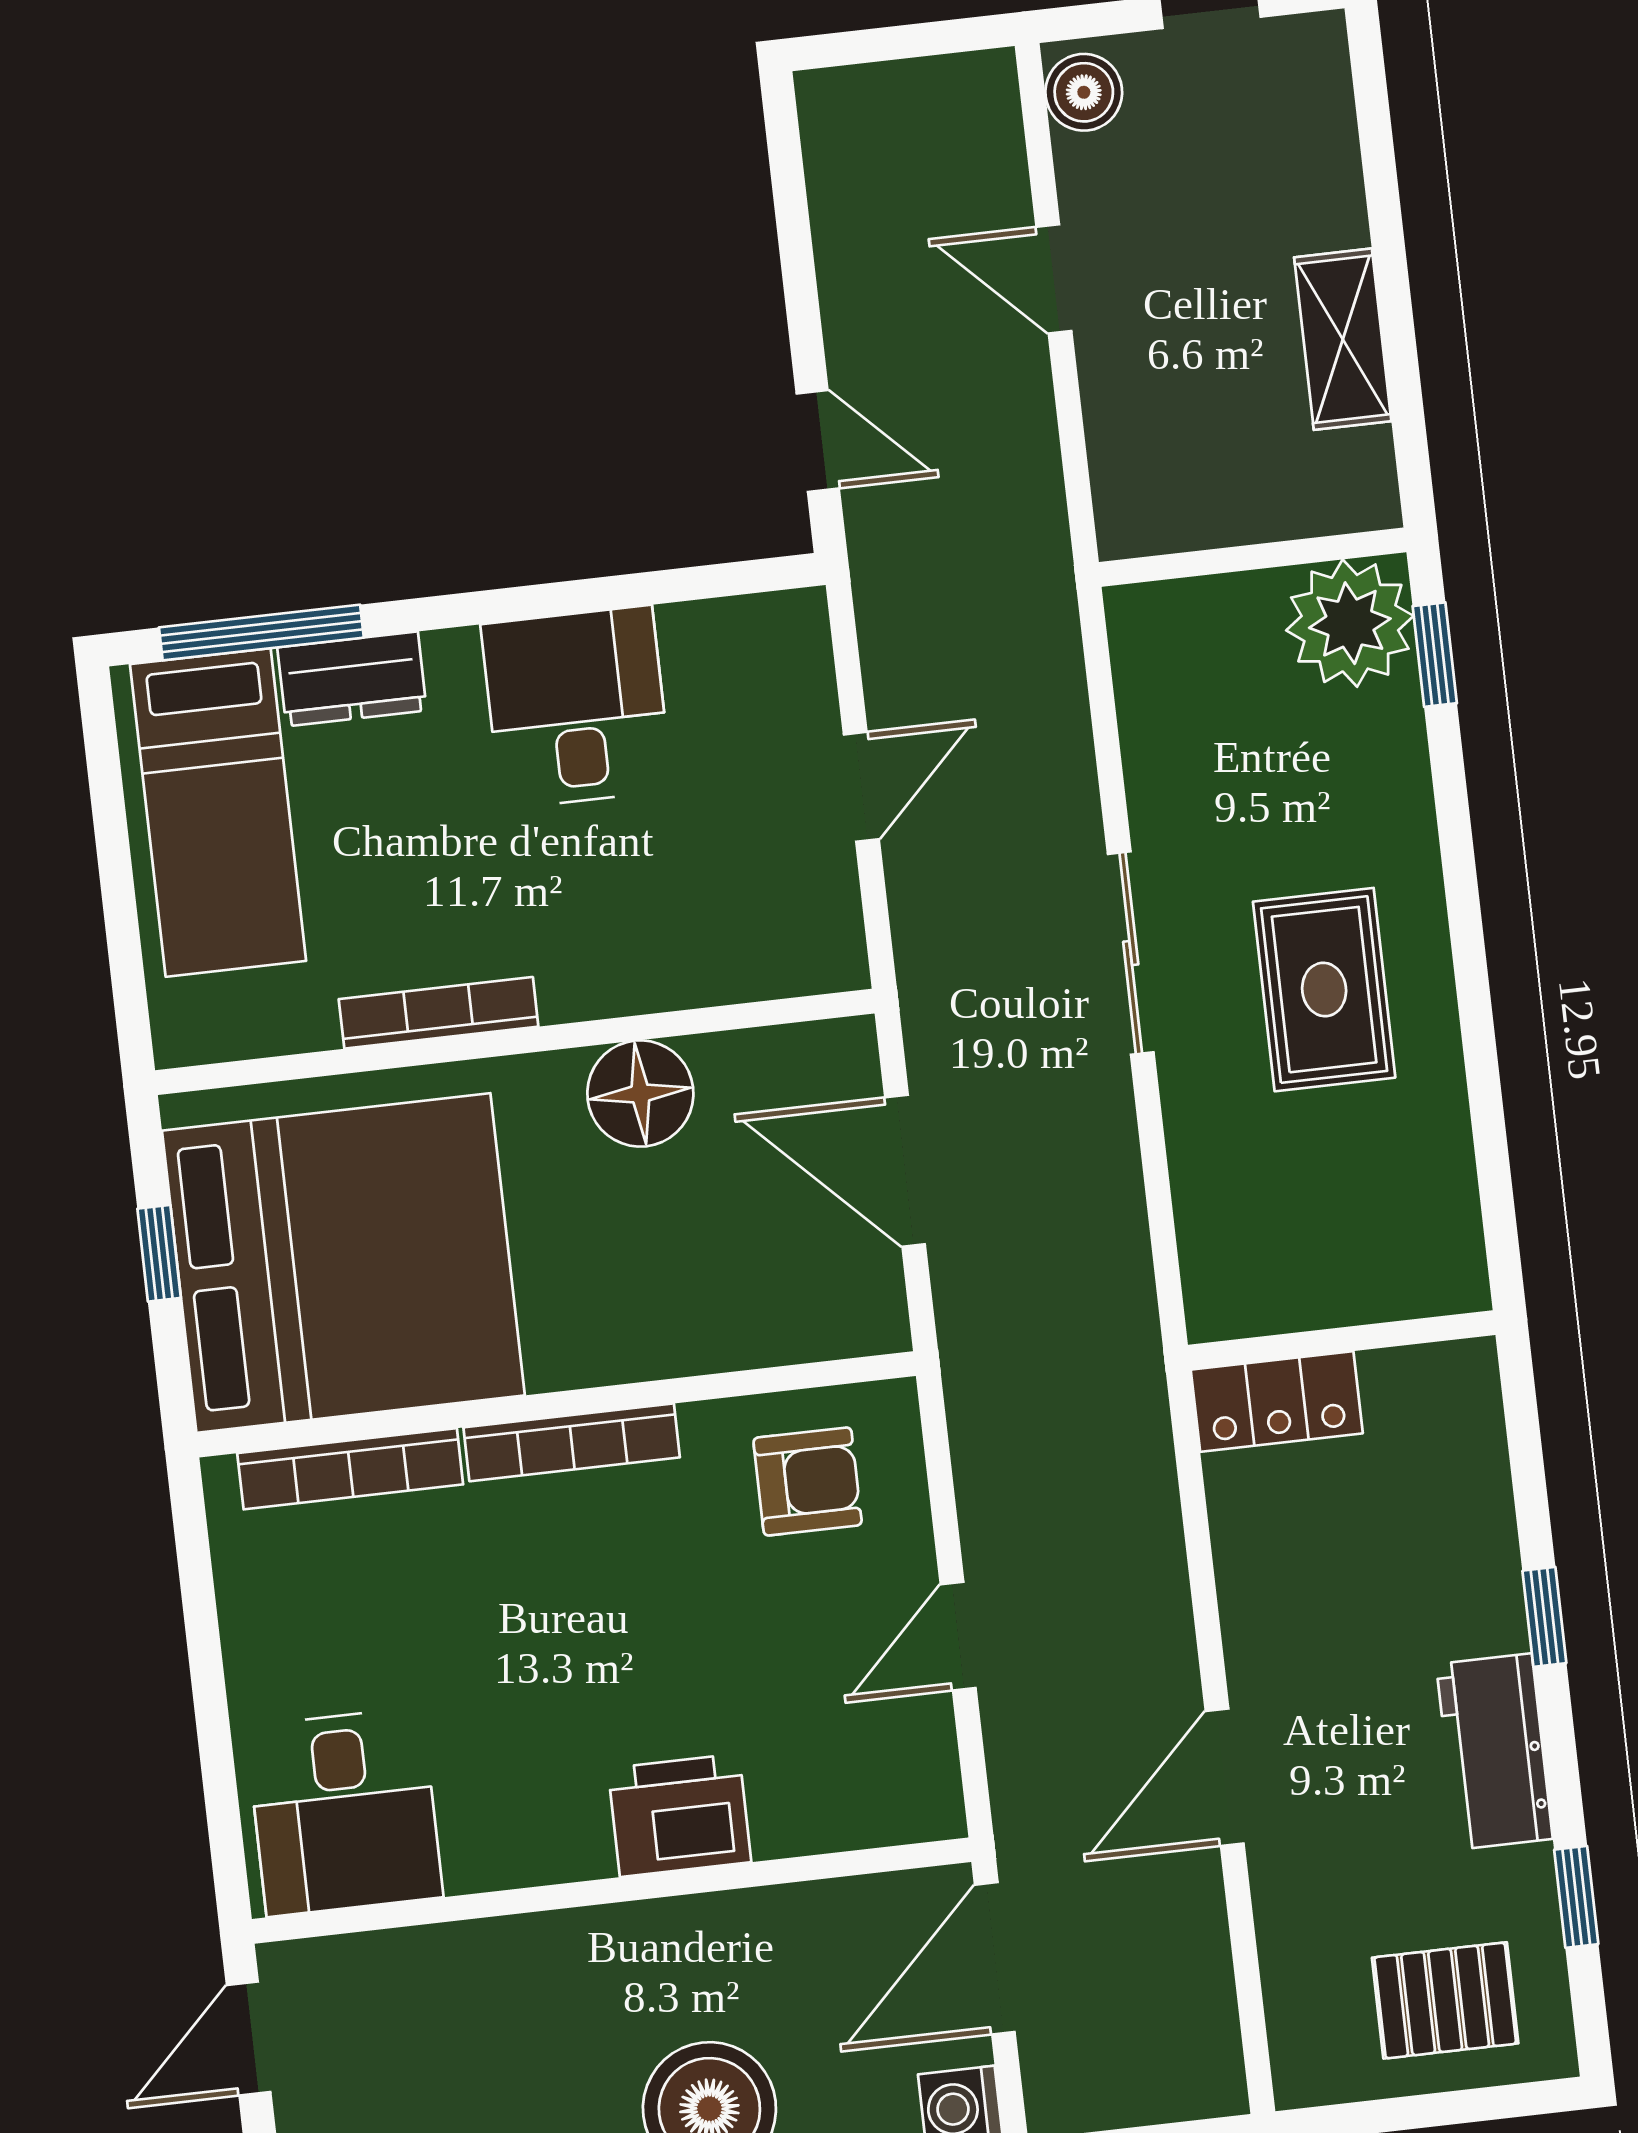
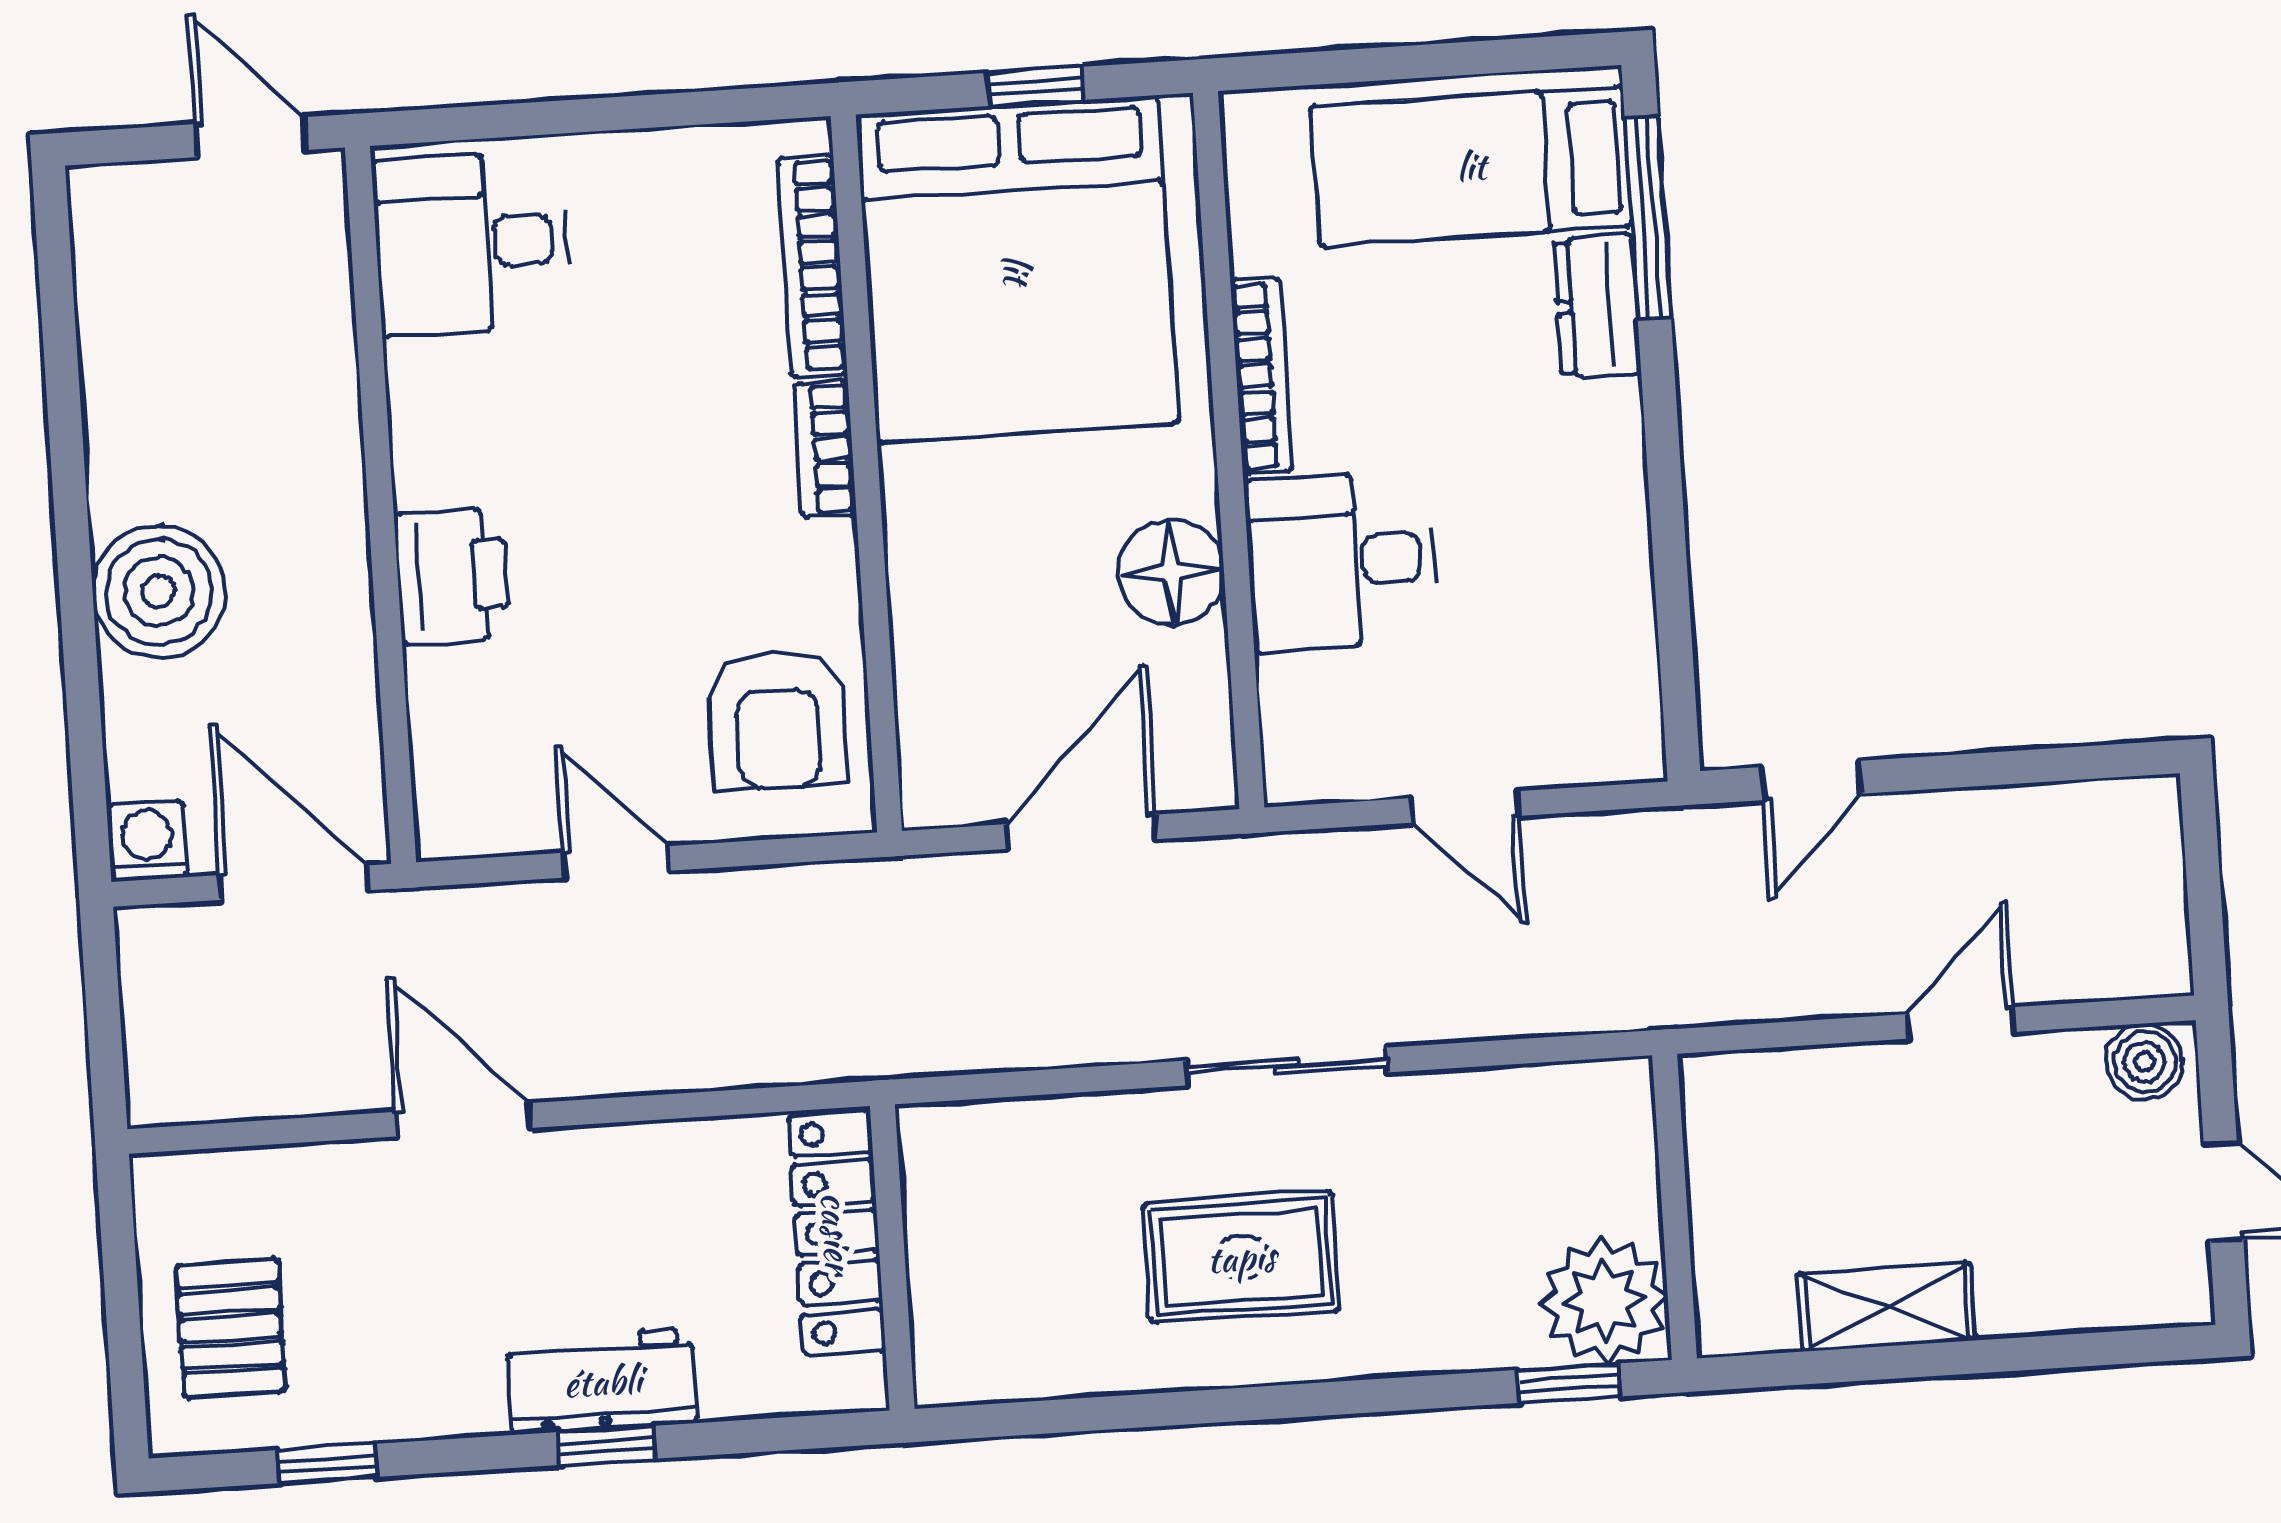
desk: (577, 707) -> (1341, 561), moved, turned 180
locker: (1277, 1401) -> (837, 1233), width x1.53
bookcase: (572, 1442) -> (825, 449), width x0.64
armchair: (808, 1481) -> (777, 720), width x1.38, depth x1.38
workbench: (1494, 1751) -> (602, 1381), moved

